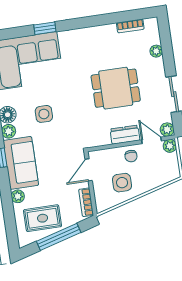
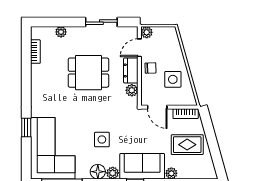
dining table: (116, 88) -> (88, 73), turned 90
plant: (167, 129) -> (132, 90), moved
rug: (43, 218) -> (187, 145), moved, turned 90
window: (59, 237) -> (212, 143), removed

